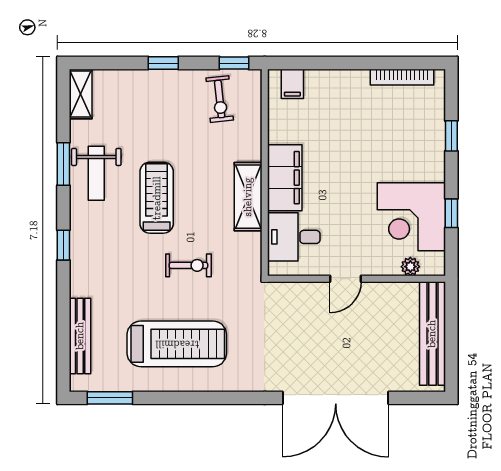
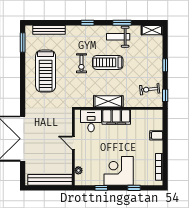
filing cabinet: (292, 84) -> (156, 135), moved
treadmill: (157, 198) -> (108, 62), turned 180
corner desk: (411, 217) -> (119, 171), moved
exercise bike: (188, 265) -> (81, 63), moved

